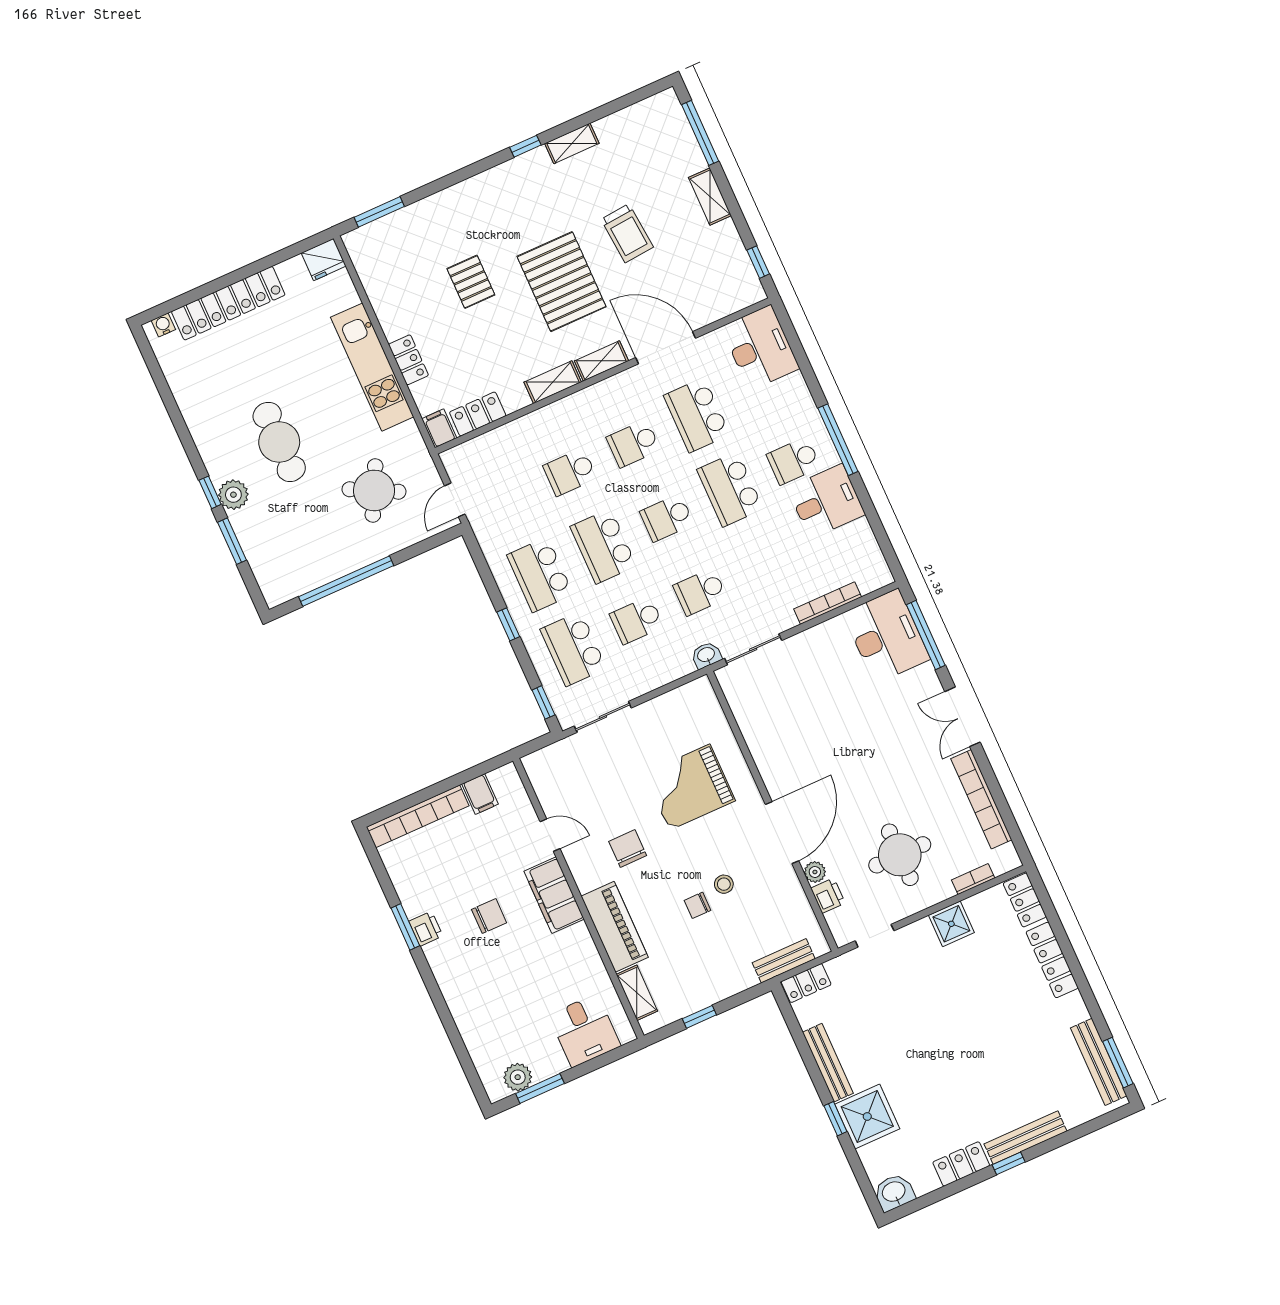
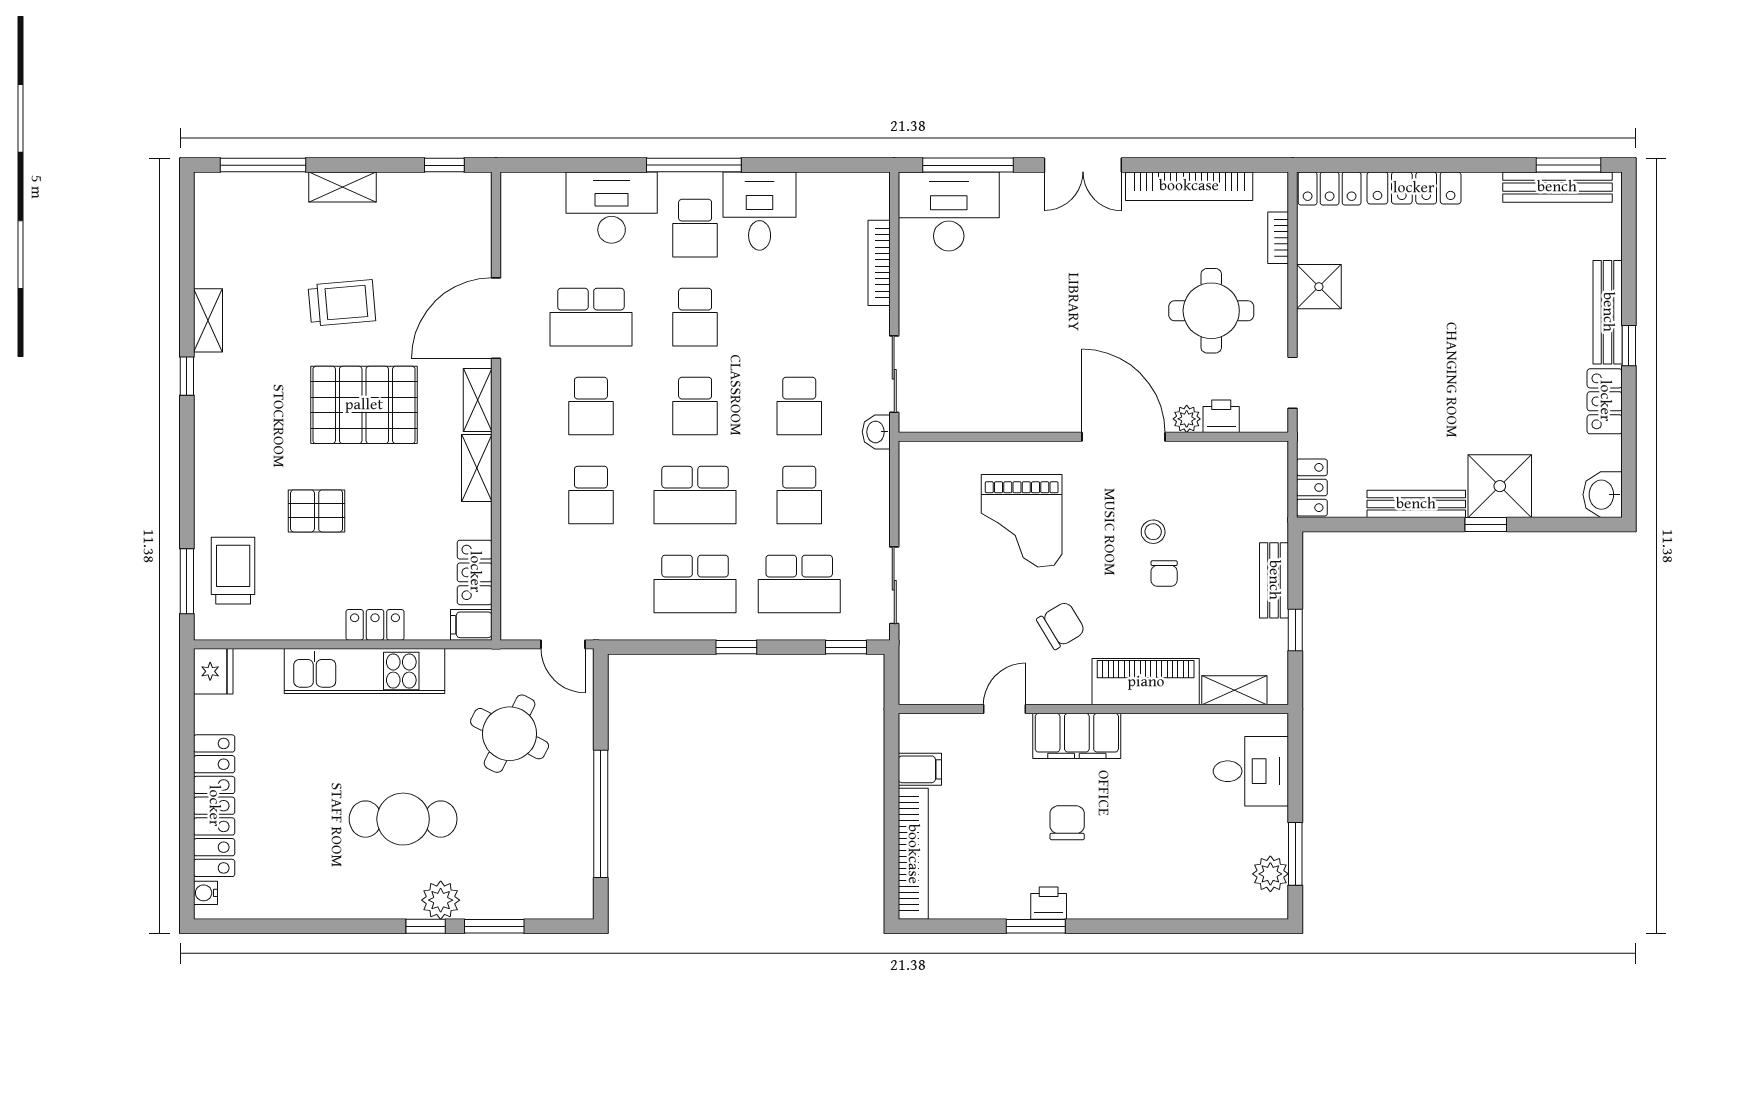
trolley: (402, 241) -> (233, 571), added
desk: (760, 348) -> (612, 208), moved
school desk: (730, 489) -> (695, 317), width x0.54
chair: (628, 848) -> (1061, 625), turned 149
bench: (784, 961) -> (1274, 580), moved

